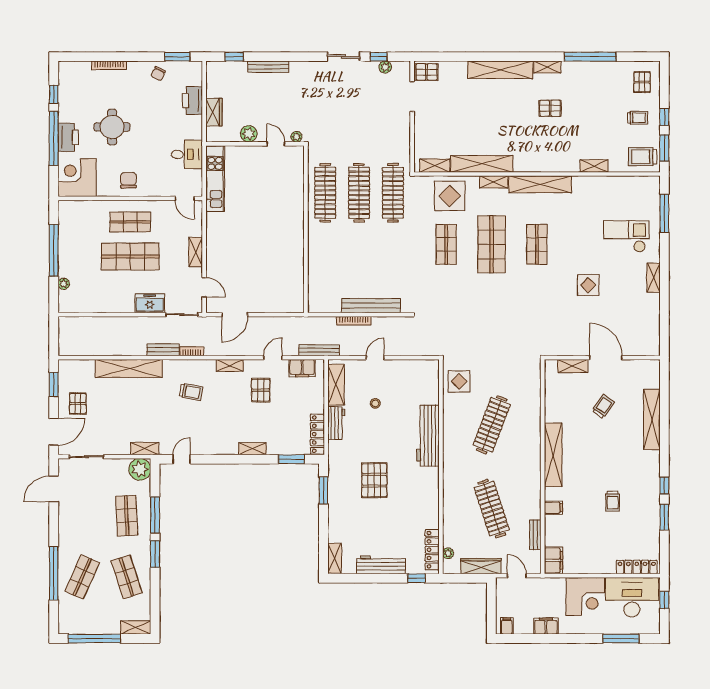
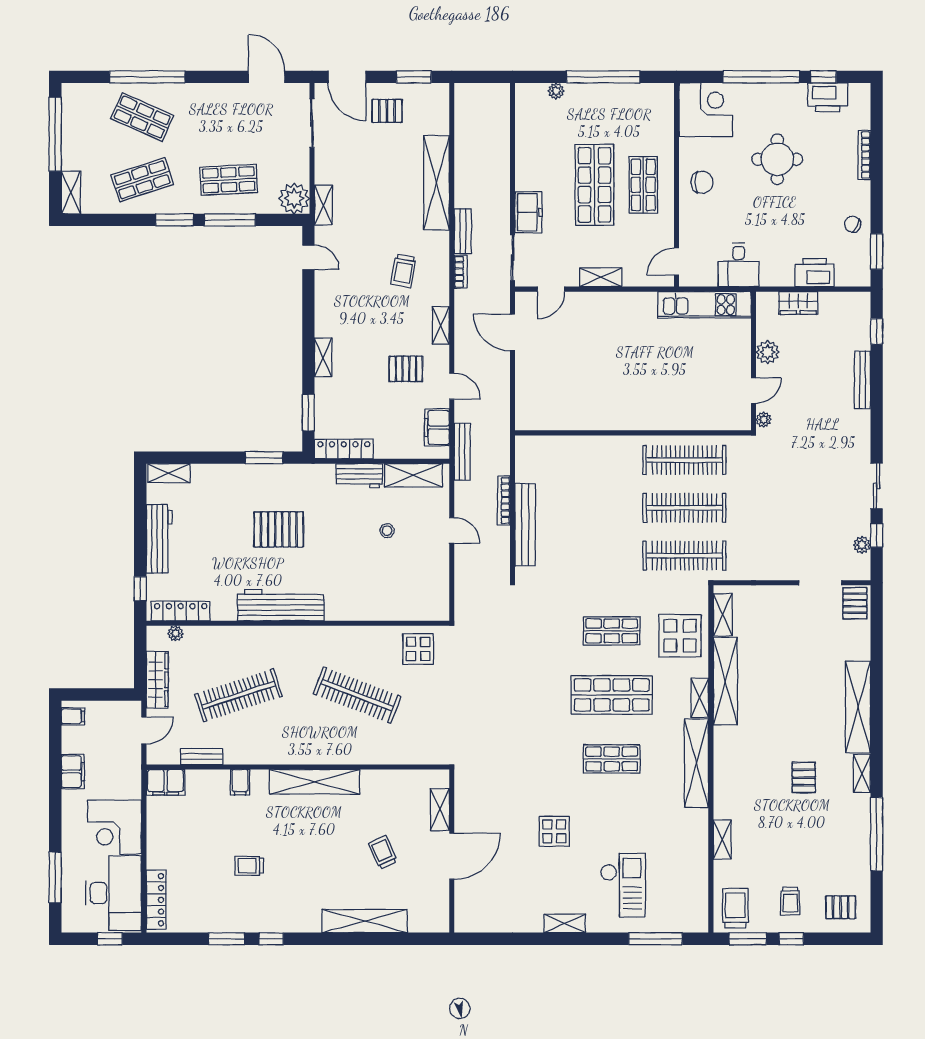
printer: (68, 137) -> (828, 97), moved
trolley: (603, 406) -> (383, 852), turned -149
workbench: (428, 436) -> (281, 605), moved

